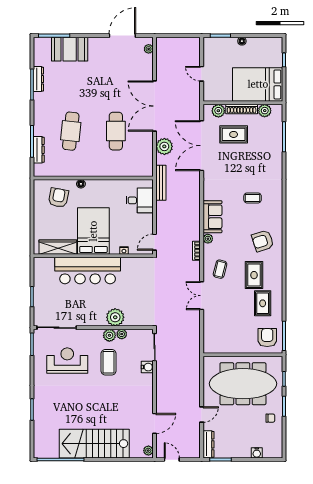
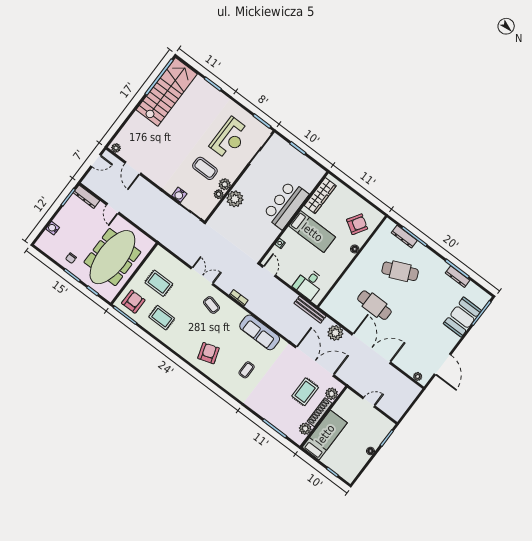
bed: (258, 84) -> (325, 435), width x0.67
cafe table: (71, 131) -> (400, 271), turned -30
armchair: (58, 198) -> (357, 224), turned -69
sofa: (212, 217) -> (260, 332), width x1.36
bed: (93, 231) -> (312, 232), width x0.67
plant: (208, 239) -> (241, 313), removed
bar counter: (88, 271) -> (286, 205), width x0.73
rug: (254, 275) -> (159, 283), moved
armchair: (267, 338) -> (133, 302), turned -90
stairs: (94, 444) -> (167, 92), moved

